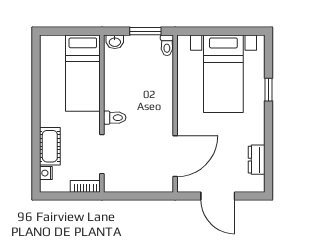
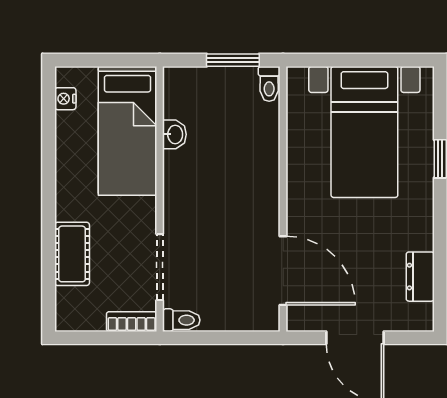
washbasin: (115, 42) -> (174, 134), moved, turned -90
toilet: (115, 118) -> (181, 320), moved
door: (175, 156) -> (283, 271), hinge flipped
nightstand: (46, 173) -> (65, 99), moved

